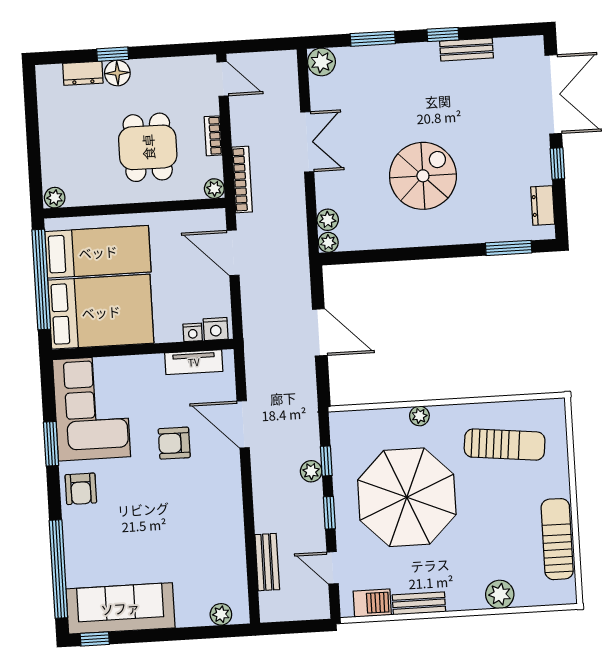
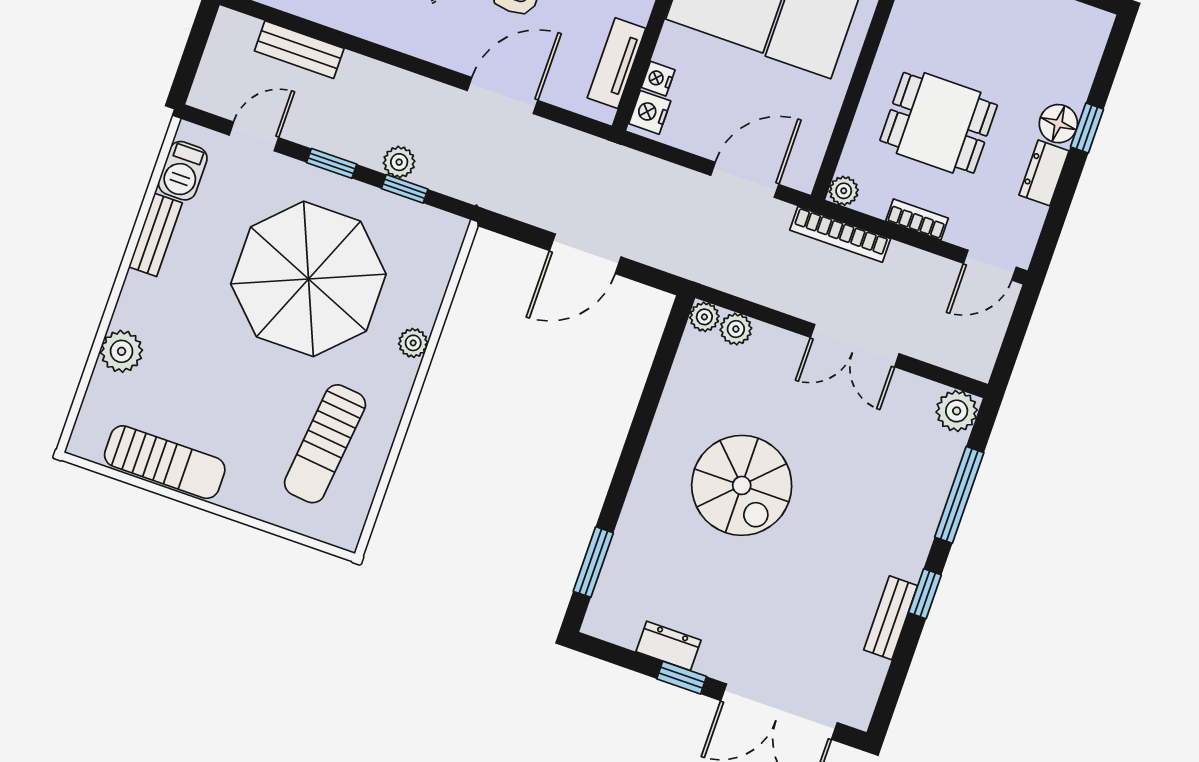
window: (373, 39) -> (959, 495), width x1.44
dresser: (83, 73) -> (1044, 173), moved
dresser: (543, 206) -> (668, 646), moved

